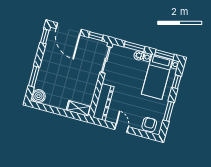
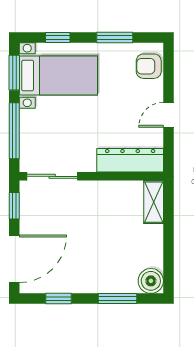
window: (45, 36) -> (58, 299), moved
window: (134, 47) -> (14, 131), width x1.44
plant: (139, 55) -> (28, 119), removed

